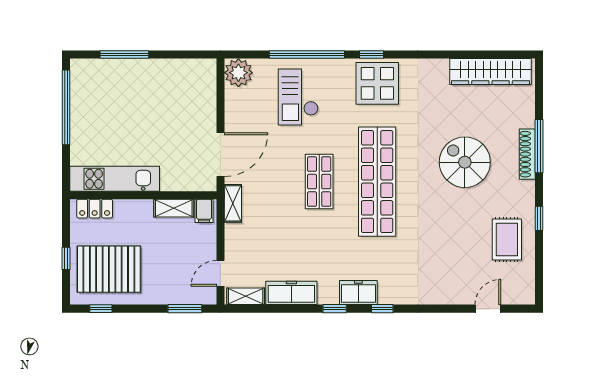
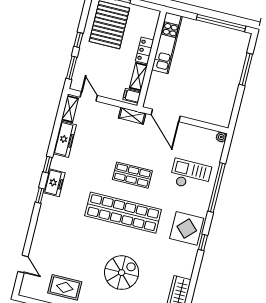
window: (371, 55) -> (203, 242), moved
plant: (238, 73) -> (221, 137), width x0.53, depth x0.53
locker: (95, 209) -> (145, 51), moved
window: (101, 309) -> (78, 40), moved

